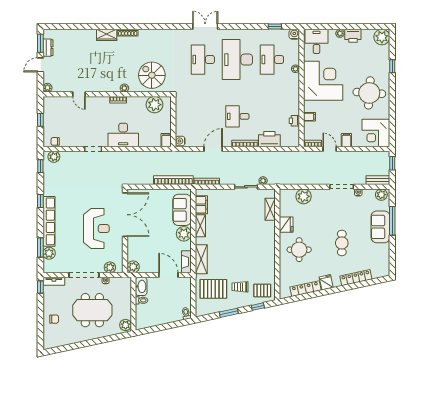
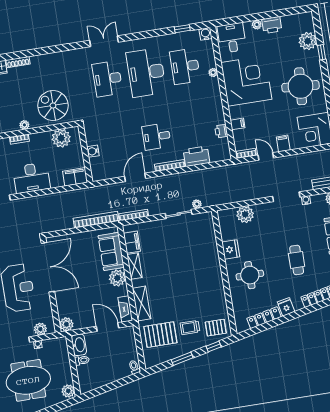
plant: (382, 37) -> (308, 41), moved
filing cabinet: (166, 140) -> (75, 177), width x2.00
water cooler: (180, 141) -> (93, 151), moved
shelving: (270, 209) -> (210, 235), removed

